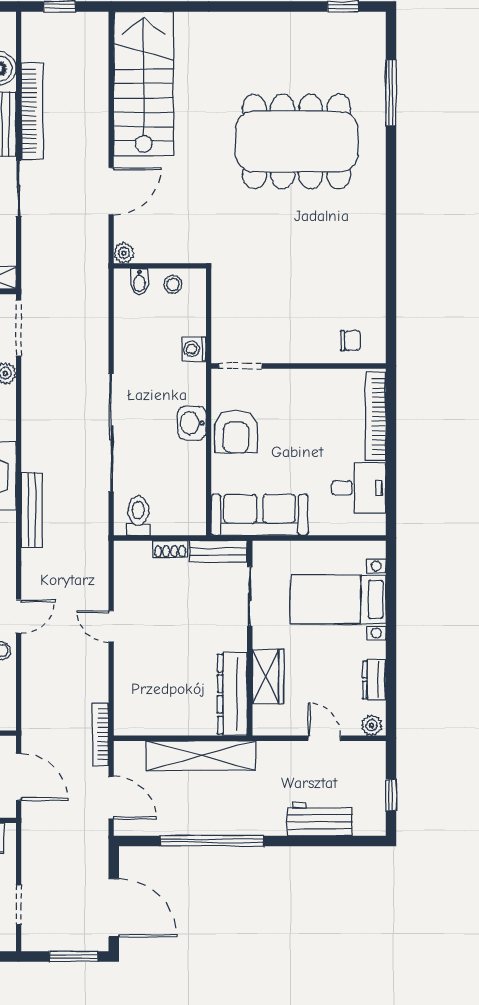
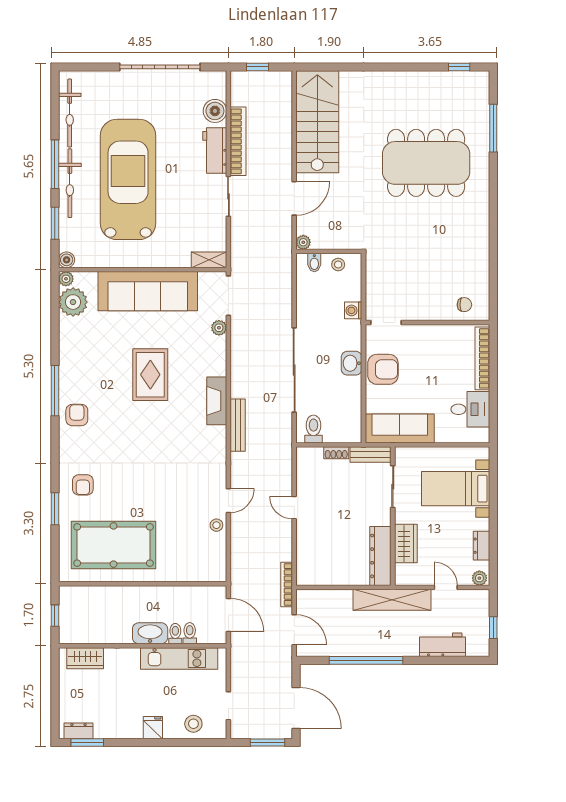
armchair: (236, 432) -> (383, 369), turned -90
shelving: (201, 756) -> (392, 600), moved

